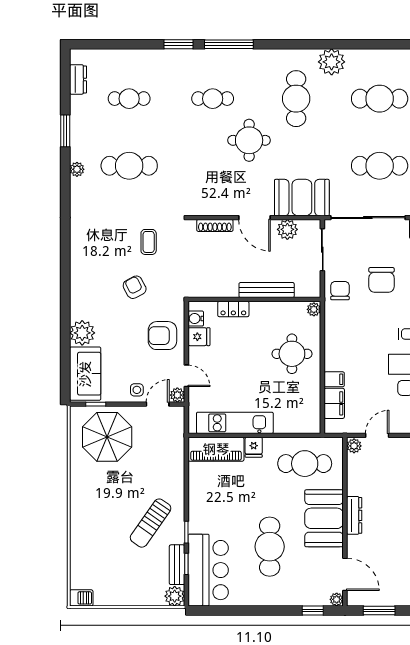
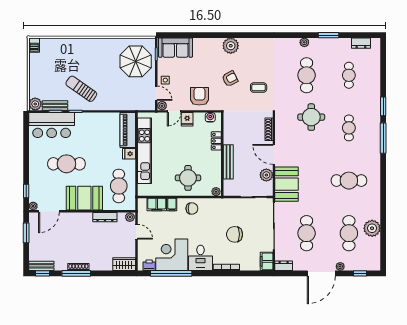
plant: (332, 62) -> (372, 228), moved
round table: (249, 140) -> (311, 117), moved
door: (254, 218) -> (274, 154), hinge flipped
chair: (340, 291) -> (192, 208), moved
plant: (82, 333) -> (231, 46), moved
fridge: (199, 337) -> (187, 119), moved
kitchen unit: (235, 423) -> (144, 151), width x1.36
dresser: (354, 515) -> (105, 217), moved

